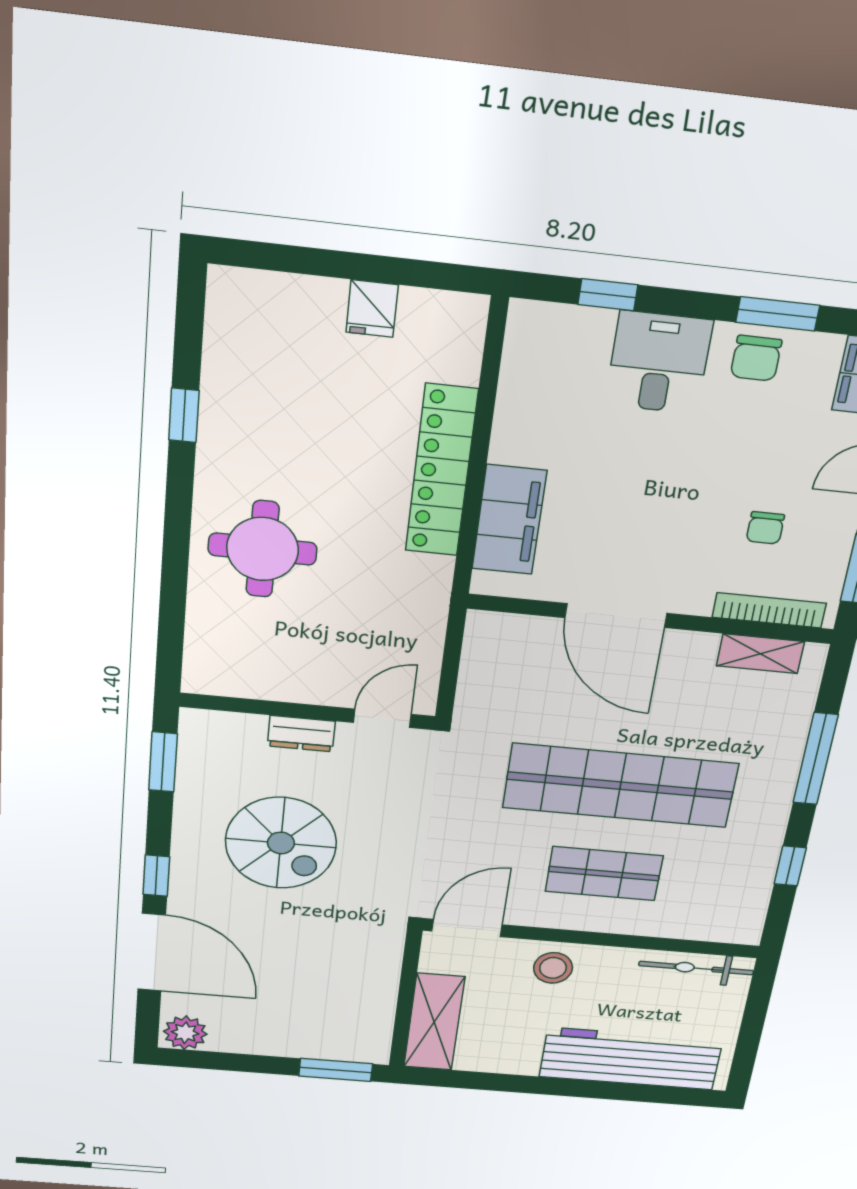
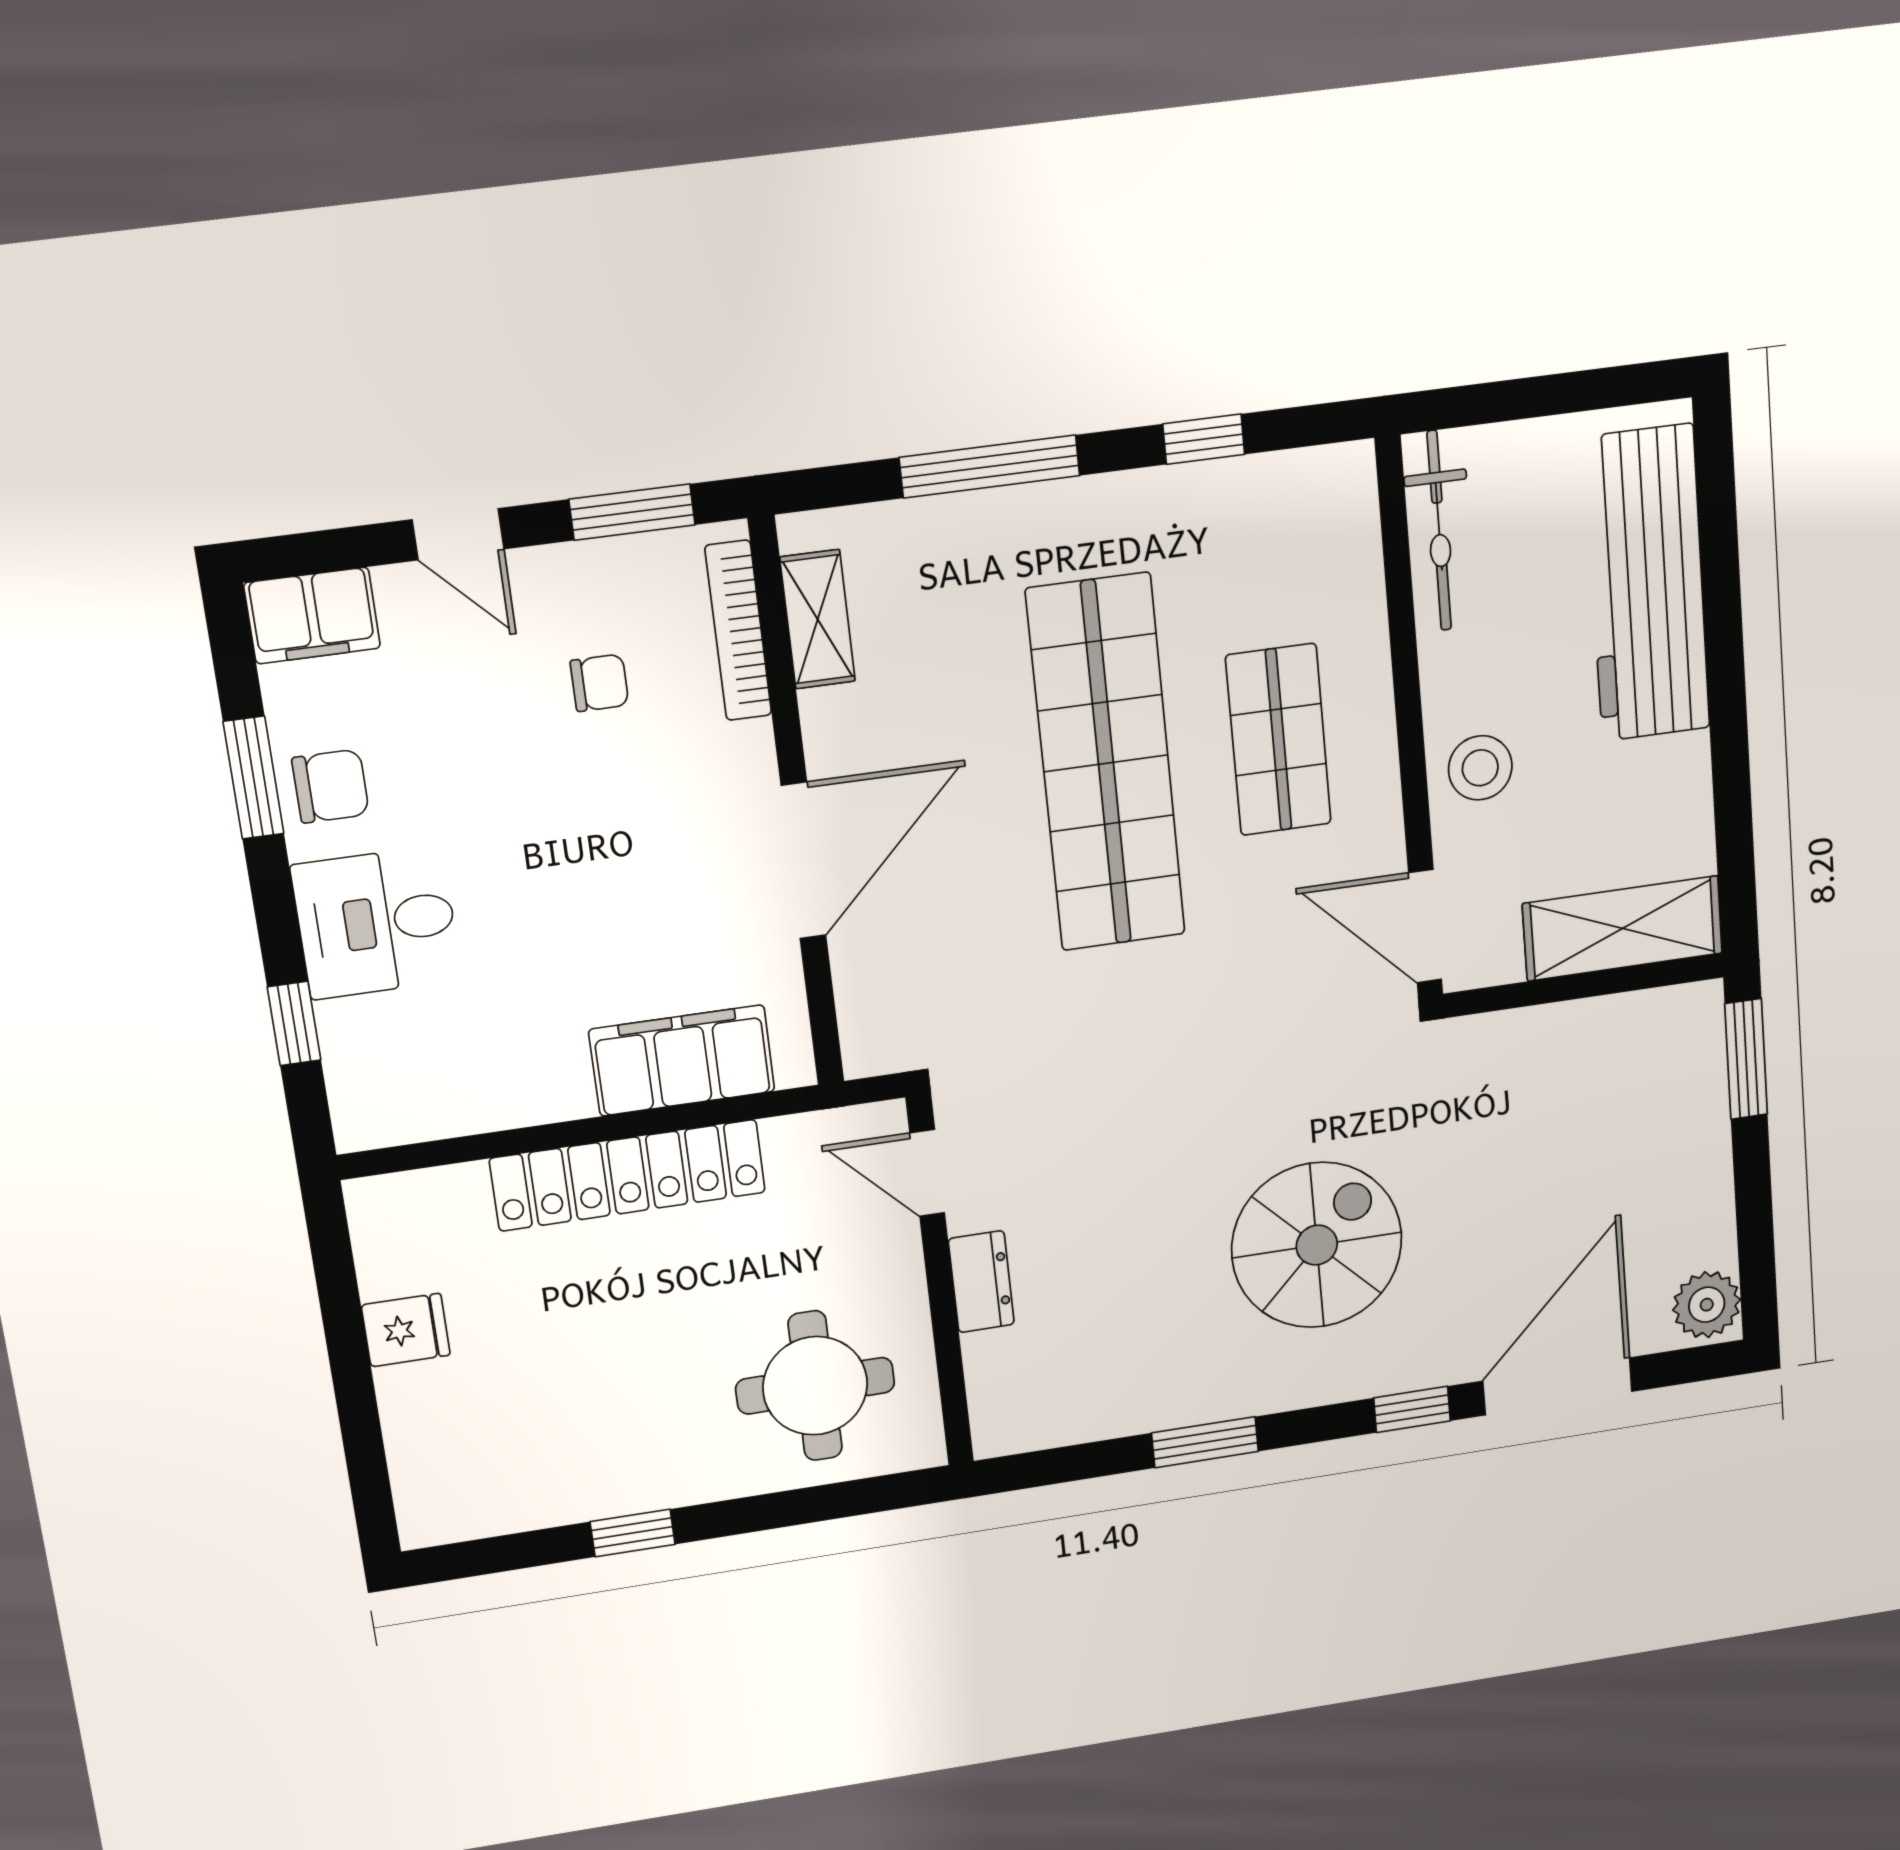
wall: (308, 711) -> (940, 1282), moved
door: (382, 718) -> (927, 1173), moved
dresser: (301, 734) -> (981, 1282), moved

